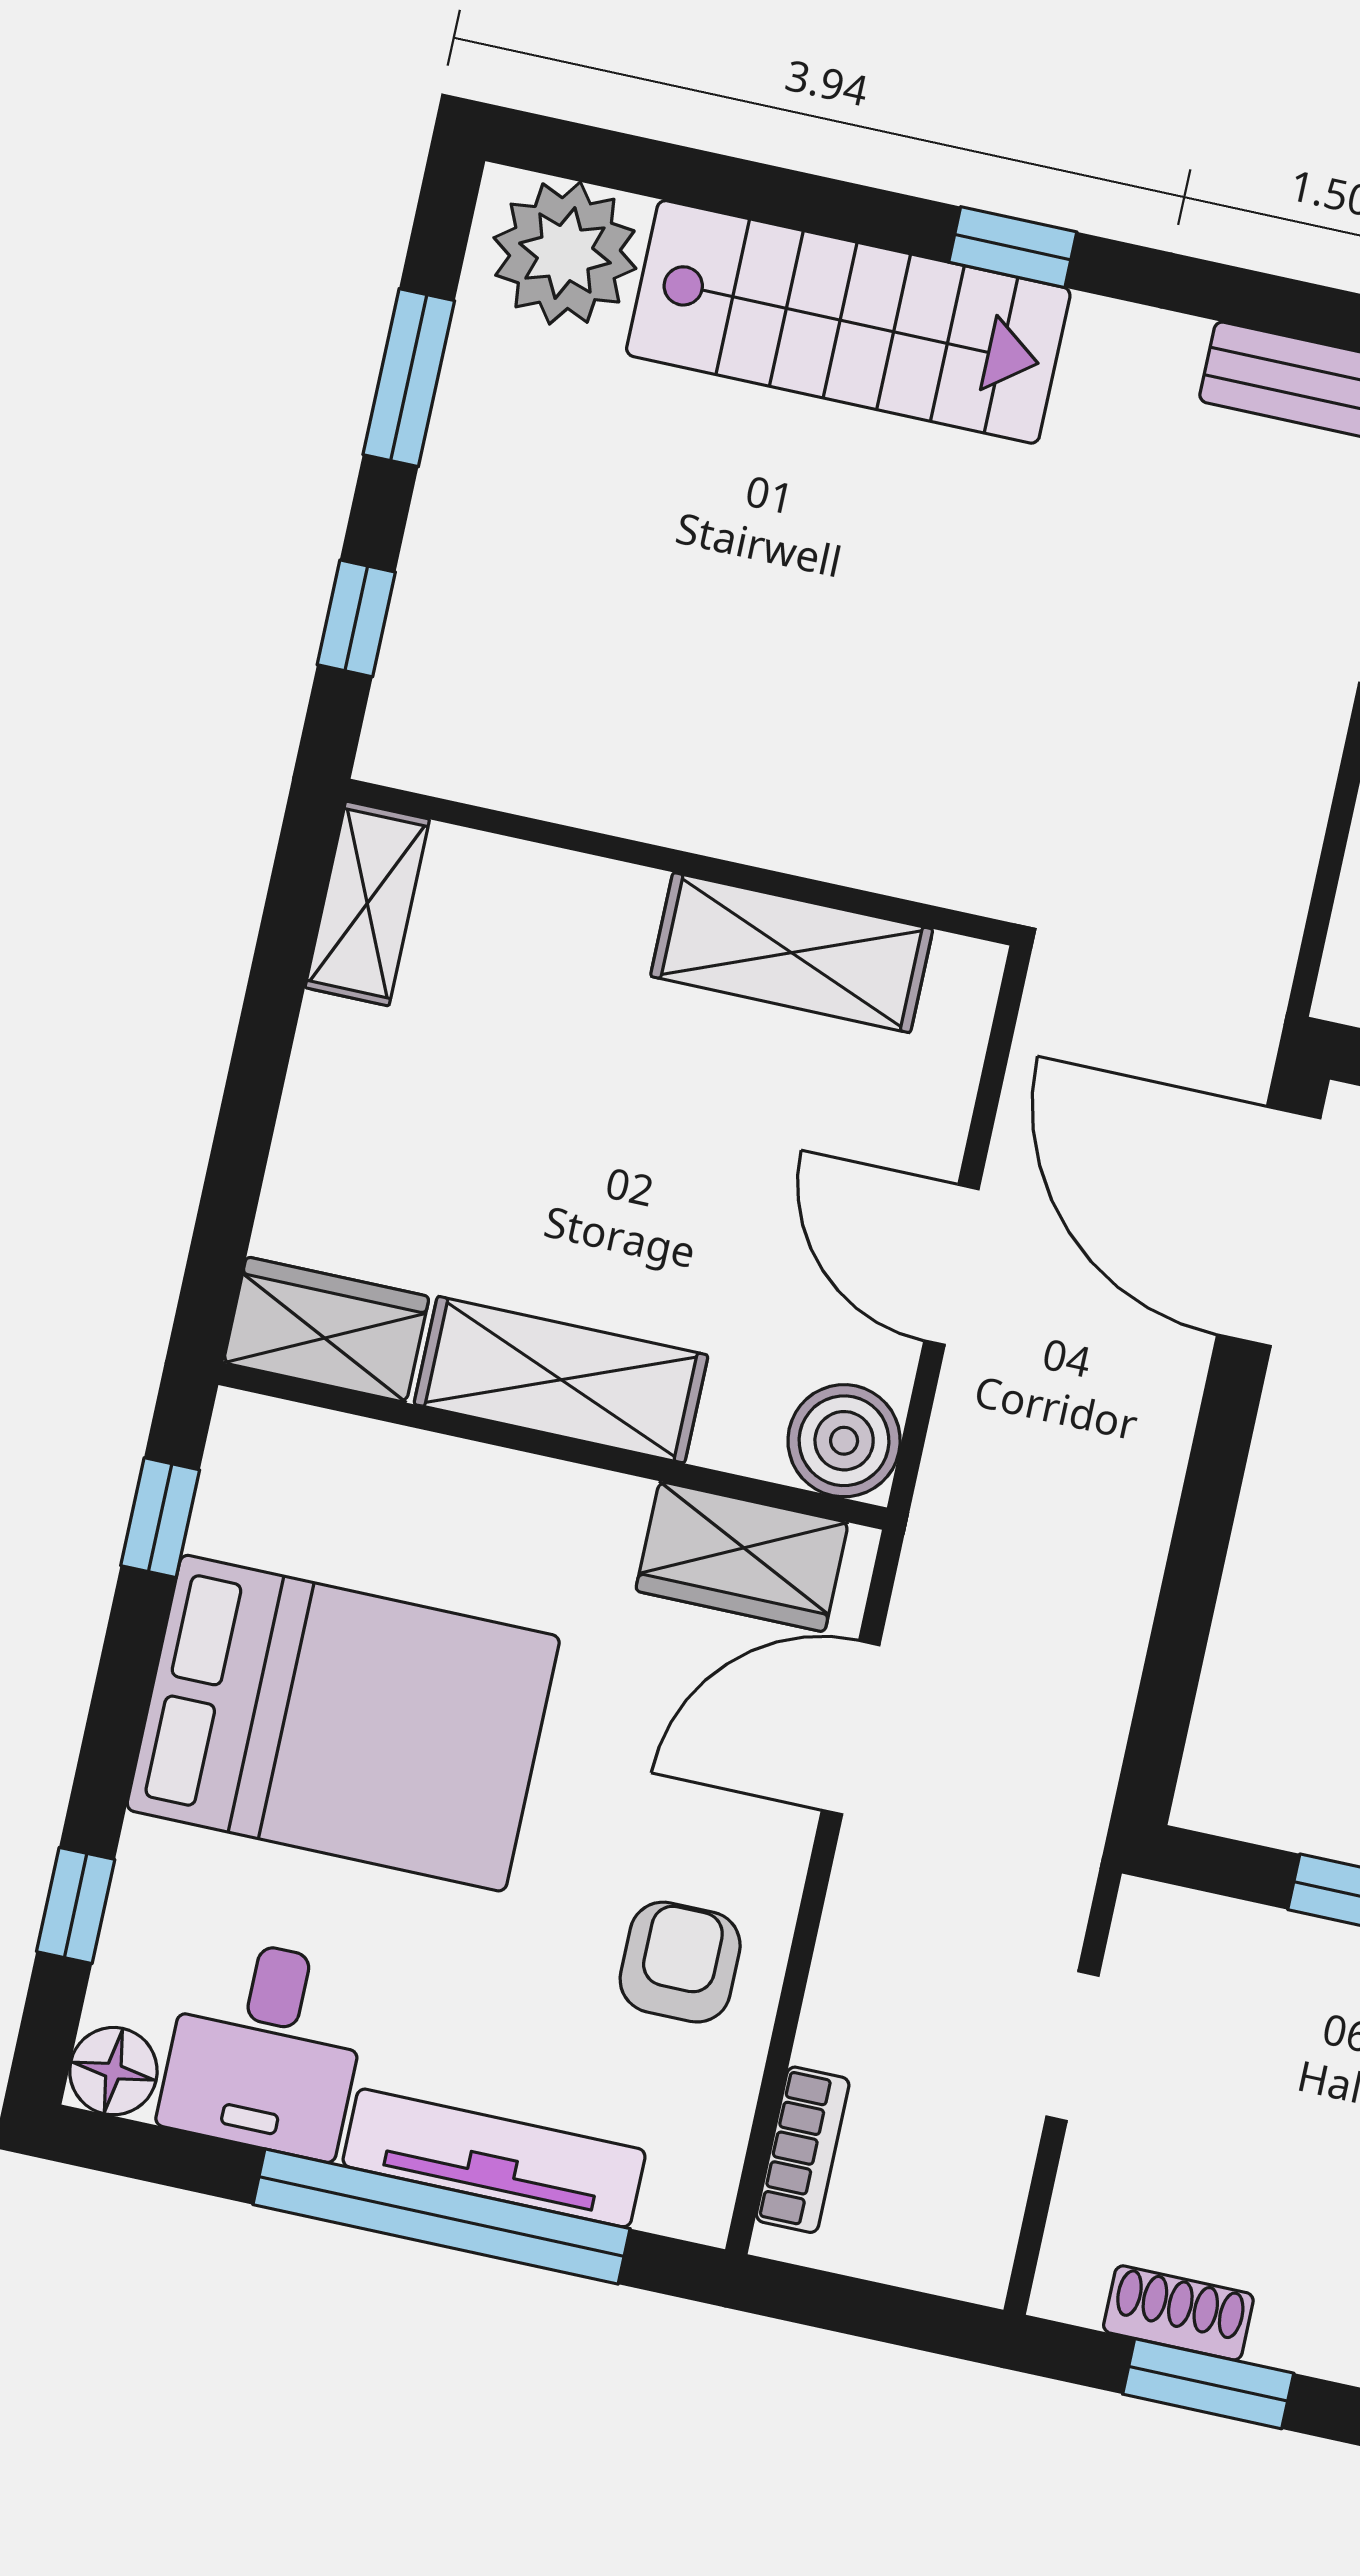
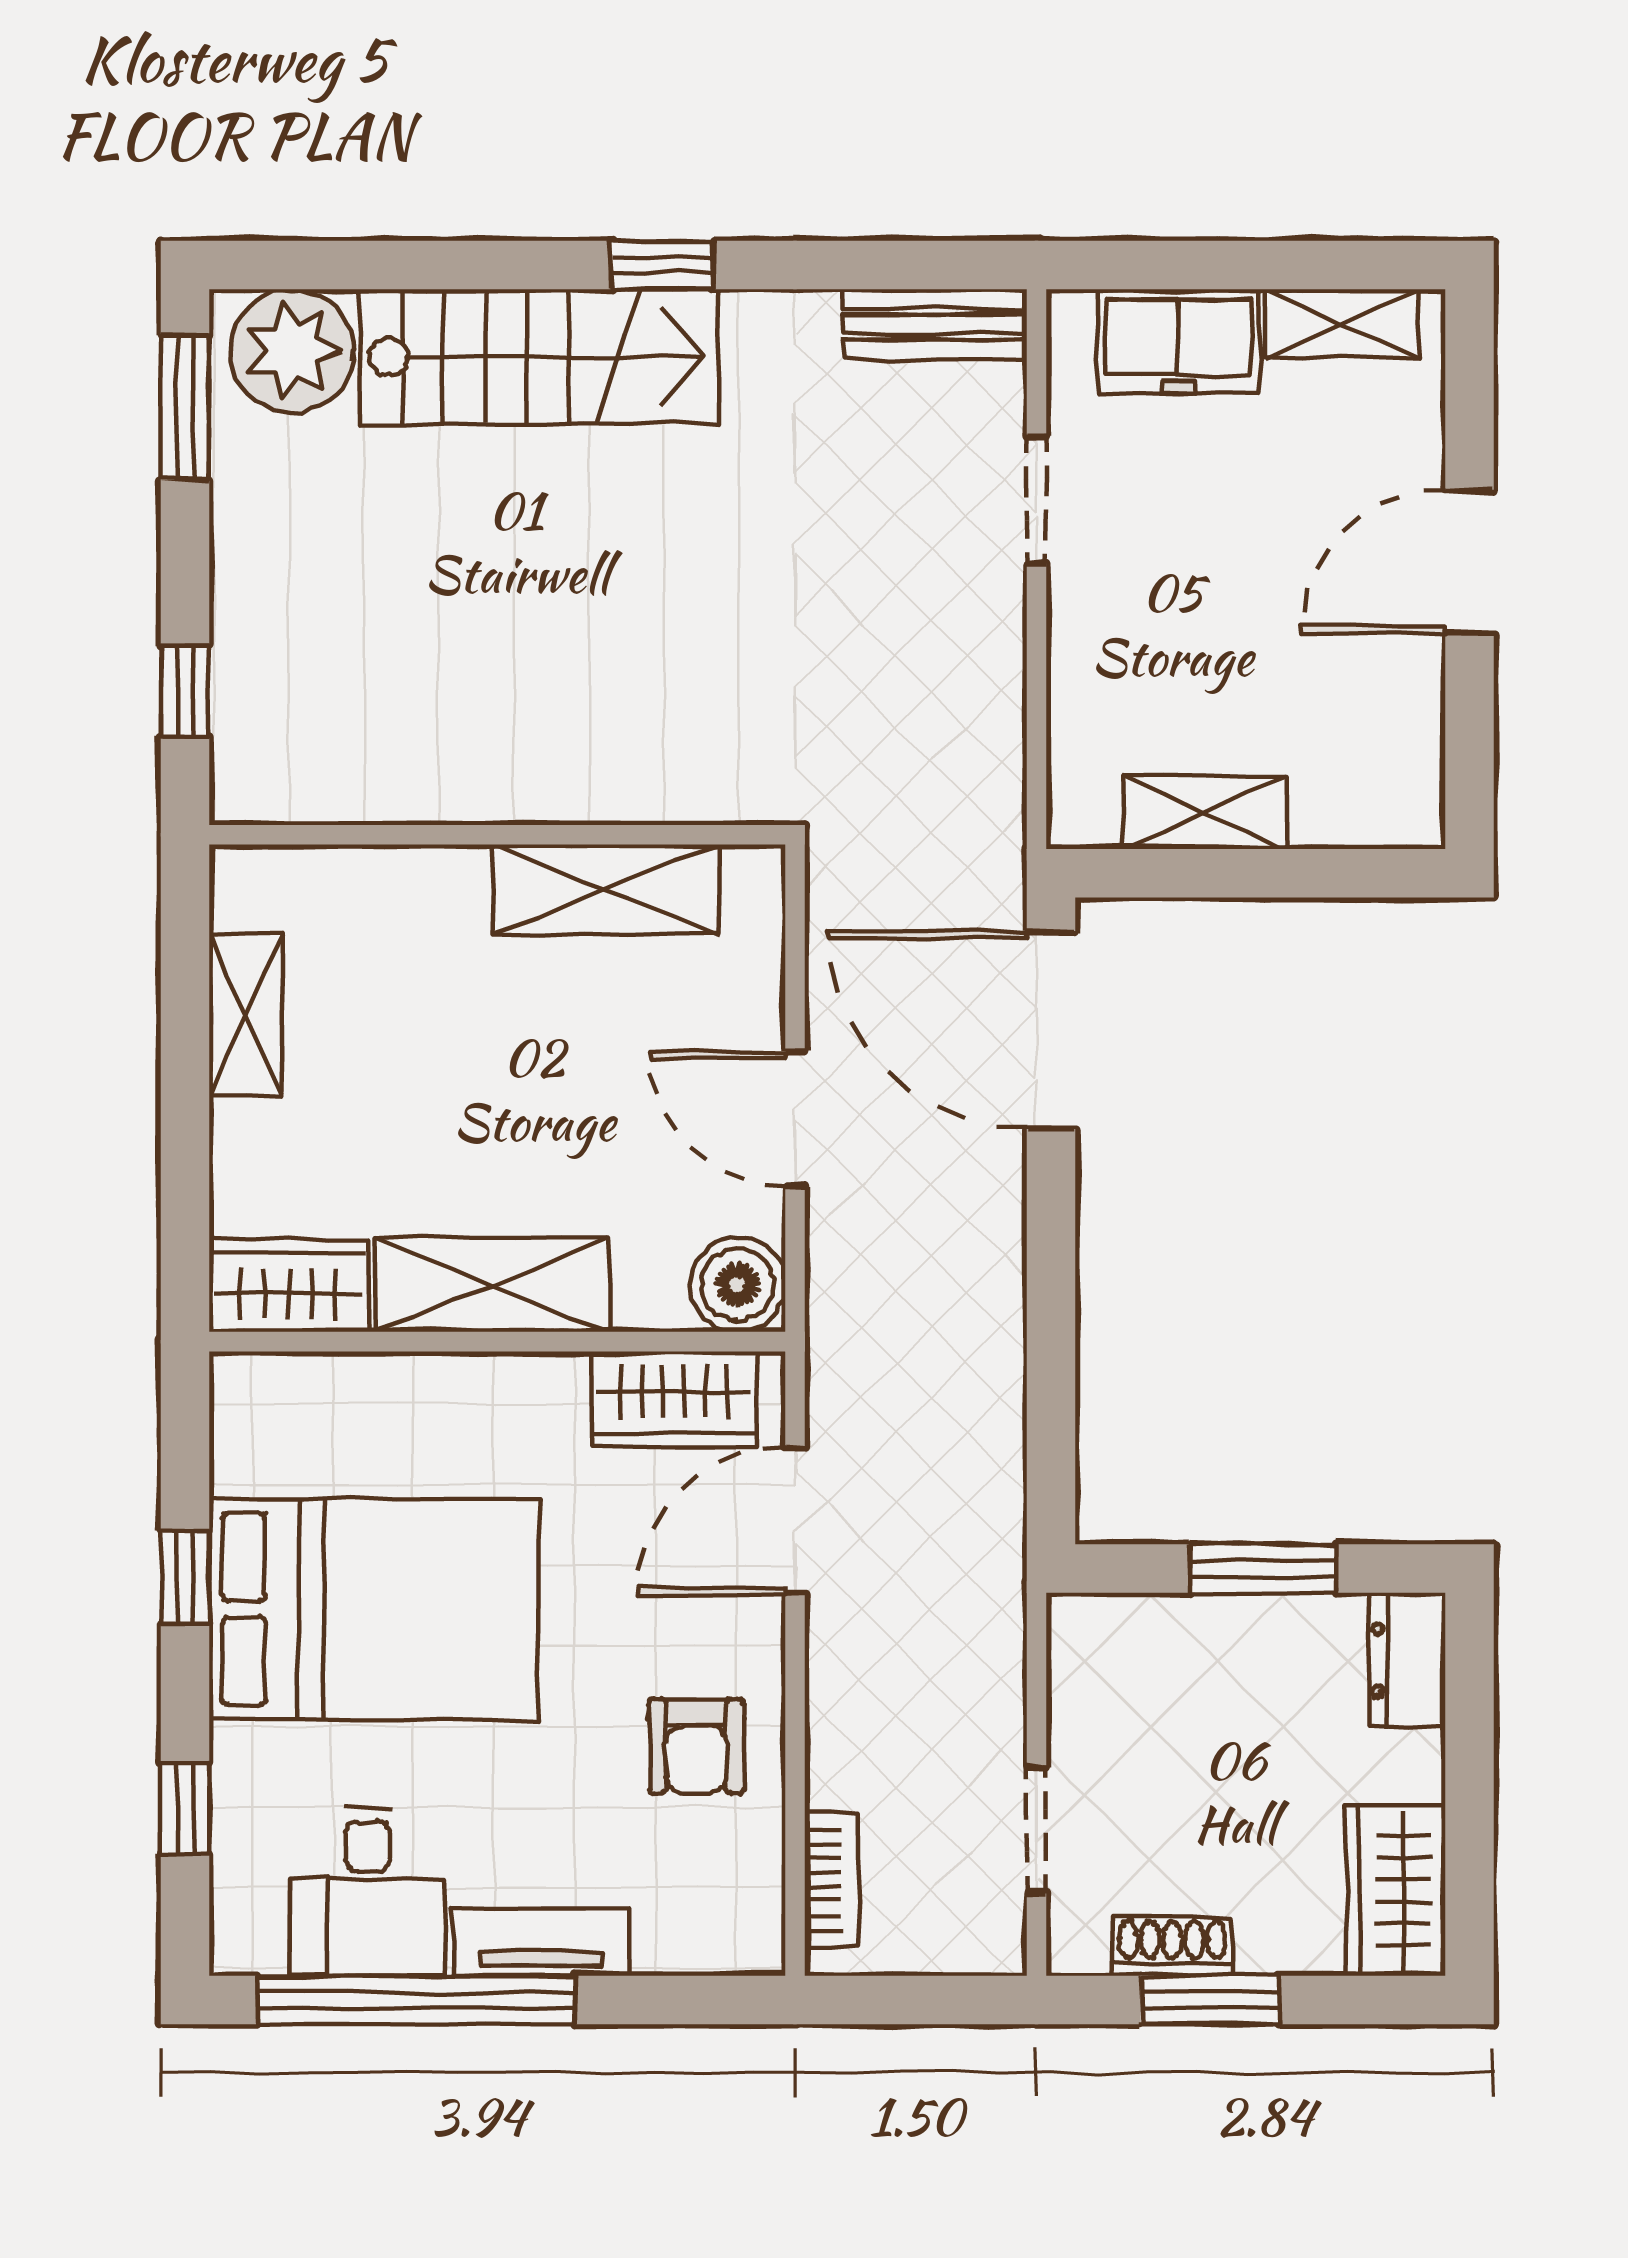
window: (409, 378) -> (185, 407), moved
shelving: (367, 903) -> (246, 1015), moved
window: (160, 1518) -> (185, 1577), moved
armchair: (680, 1962) -> (696, 1746), turned 180
doorway: (1073, 2046) -> (1036, 1830), moved
floor lamp: (113, 2071) -> (246, 1939), removed
tv unit: (494, 2158) -> (541, 1942), width x0.71
window: (441, 2217) -> (416, 2000), moved

